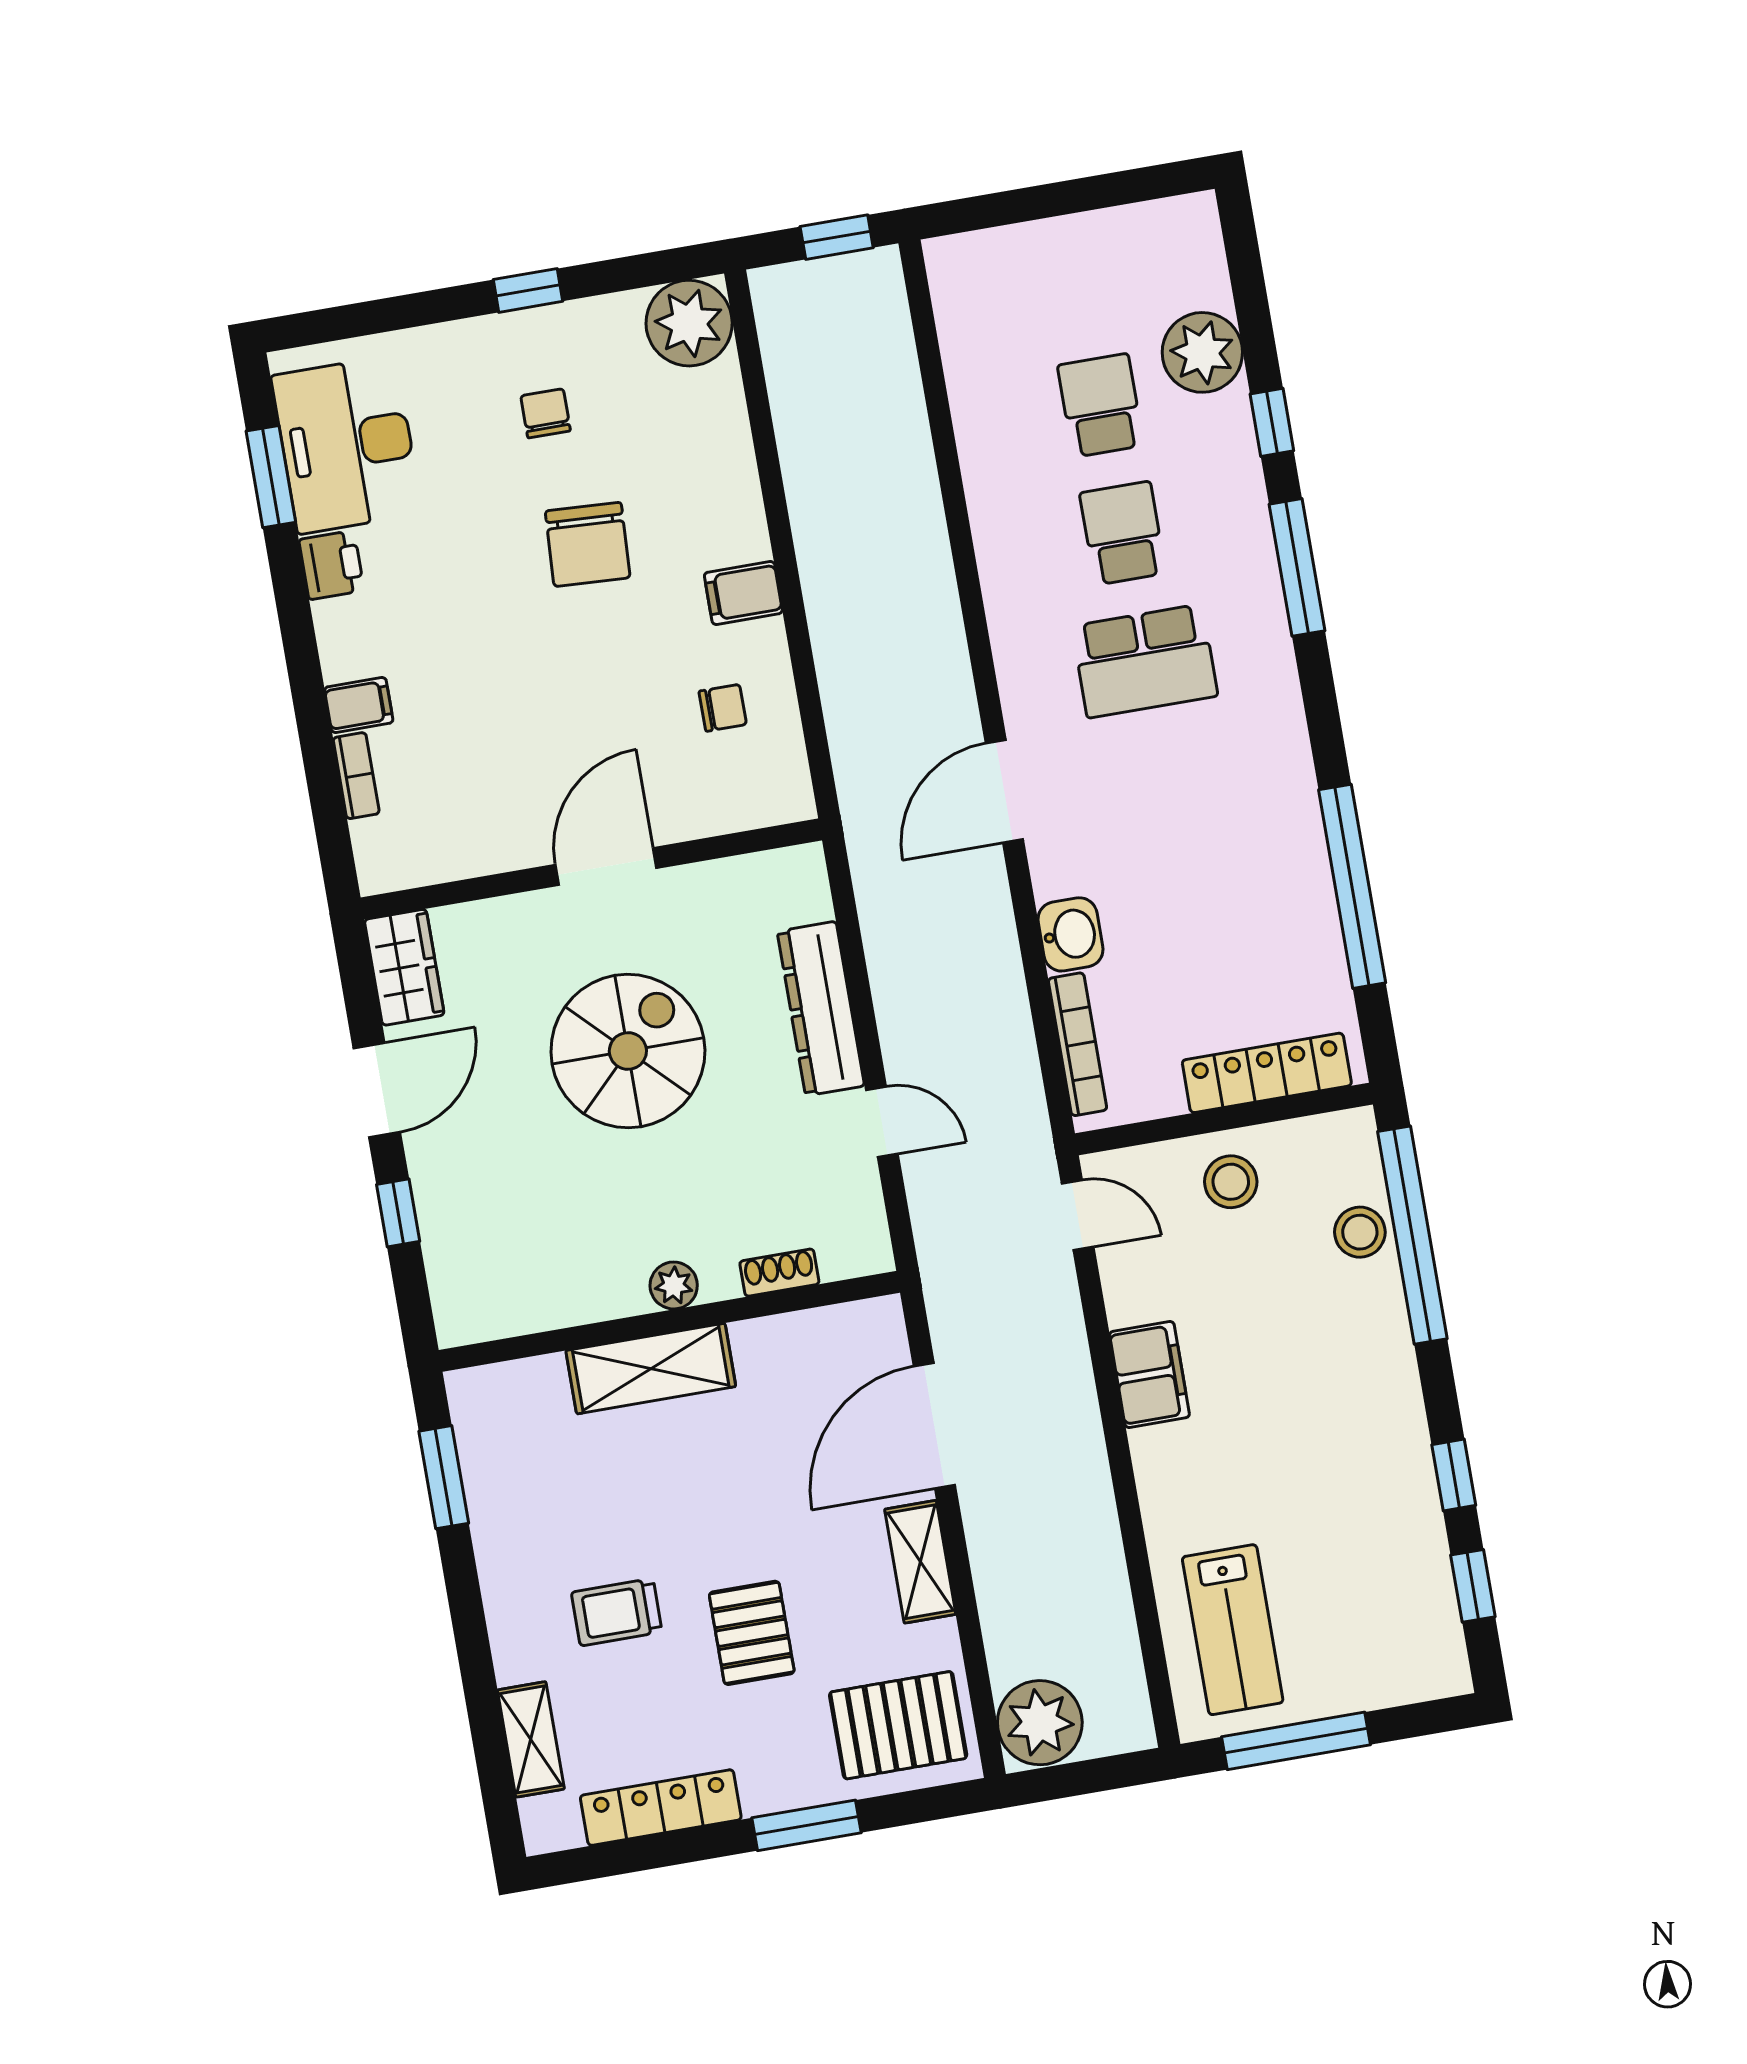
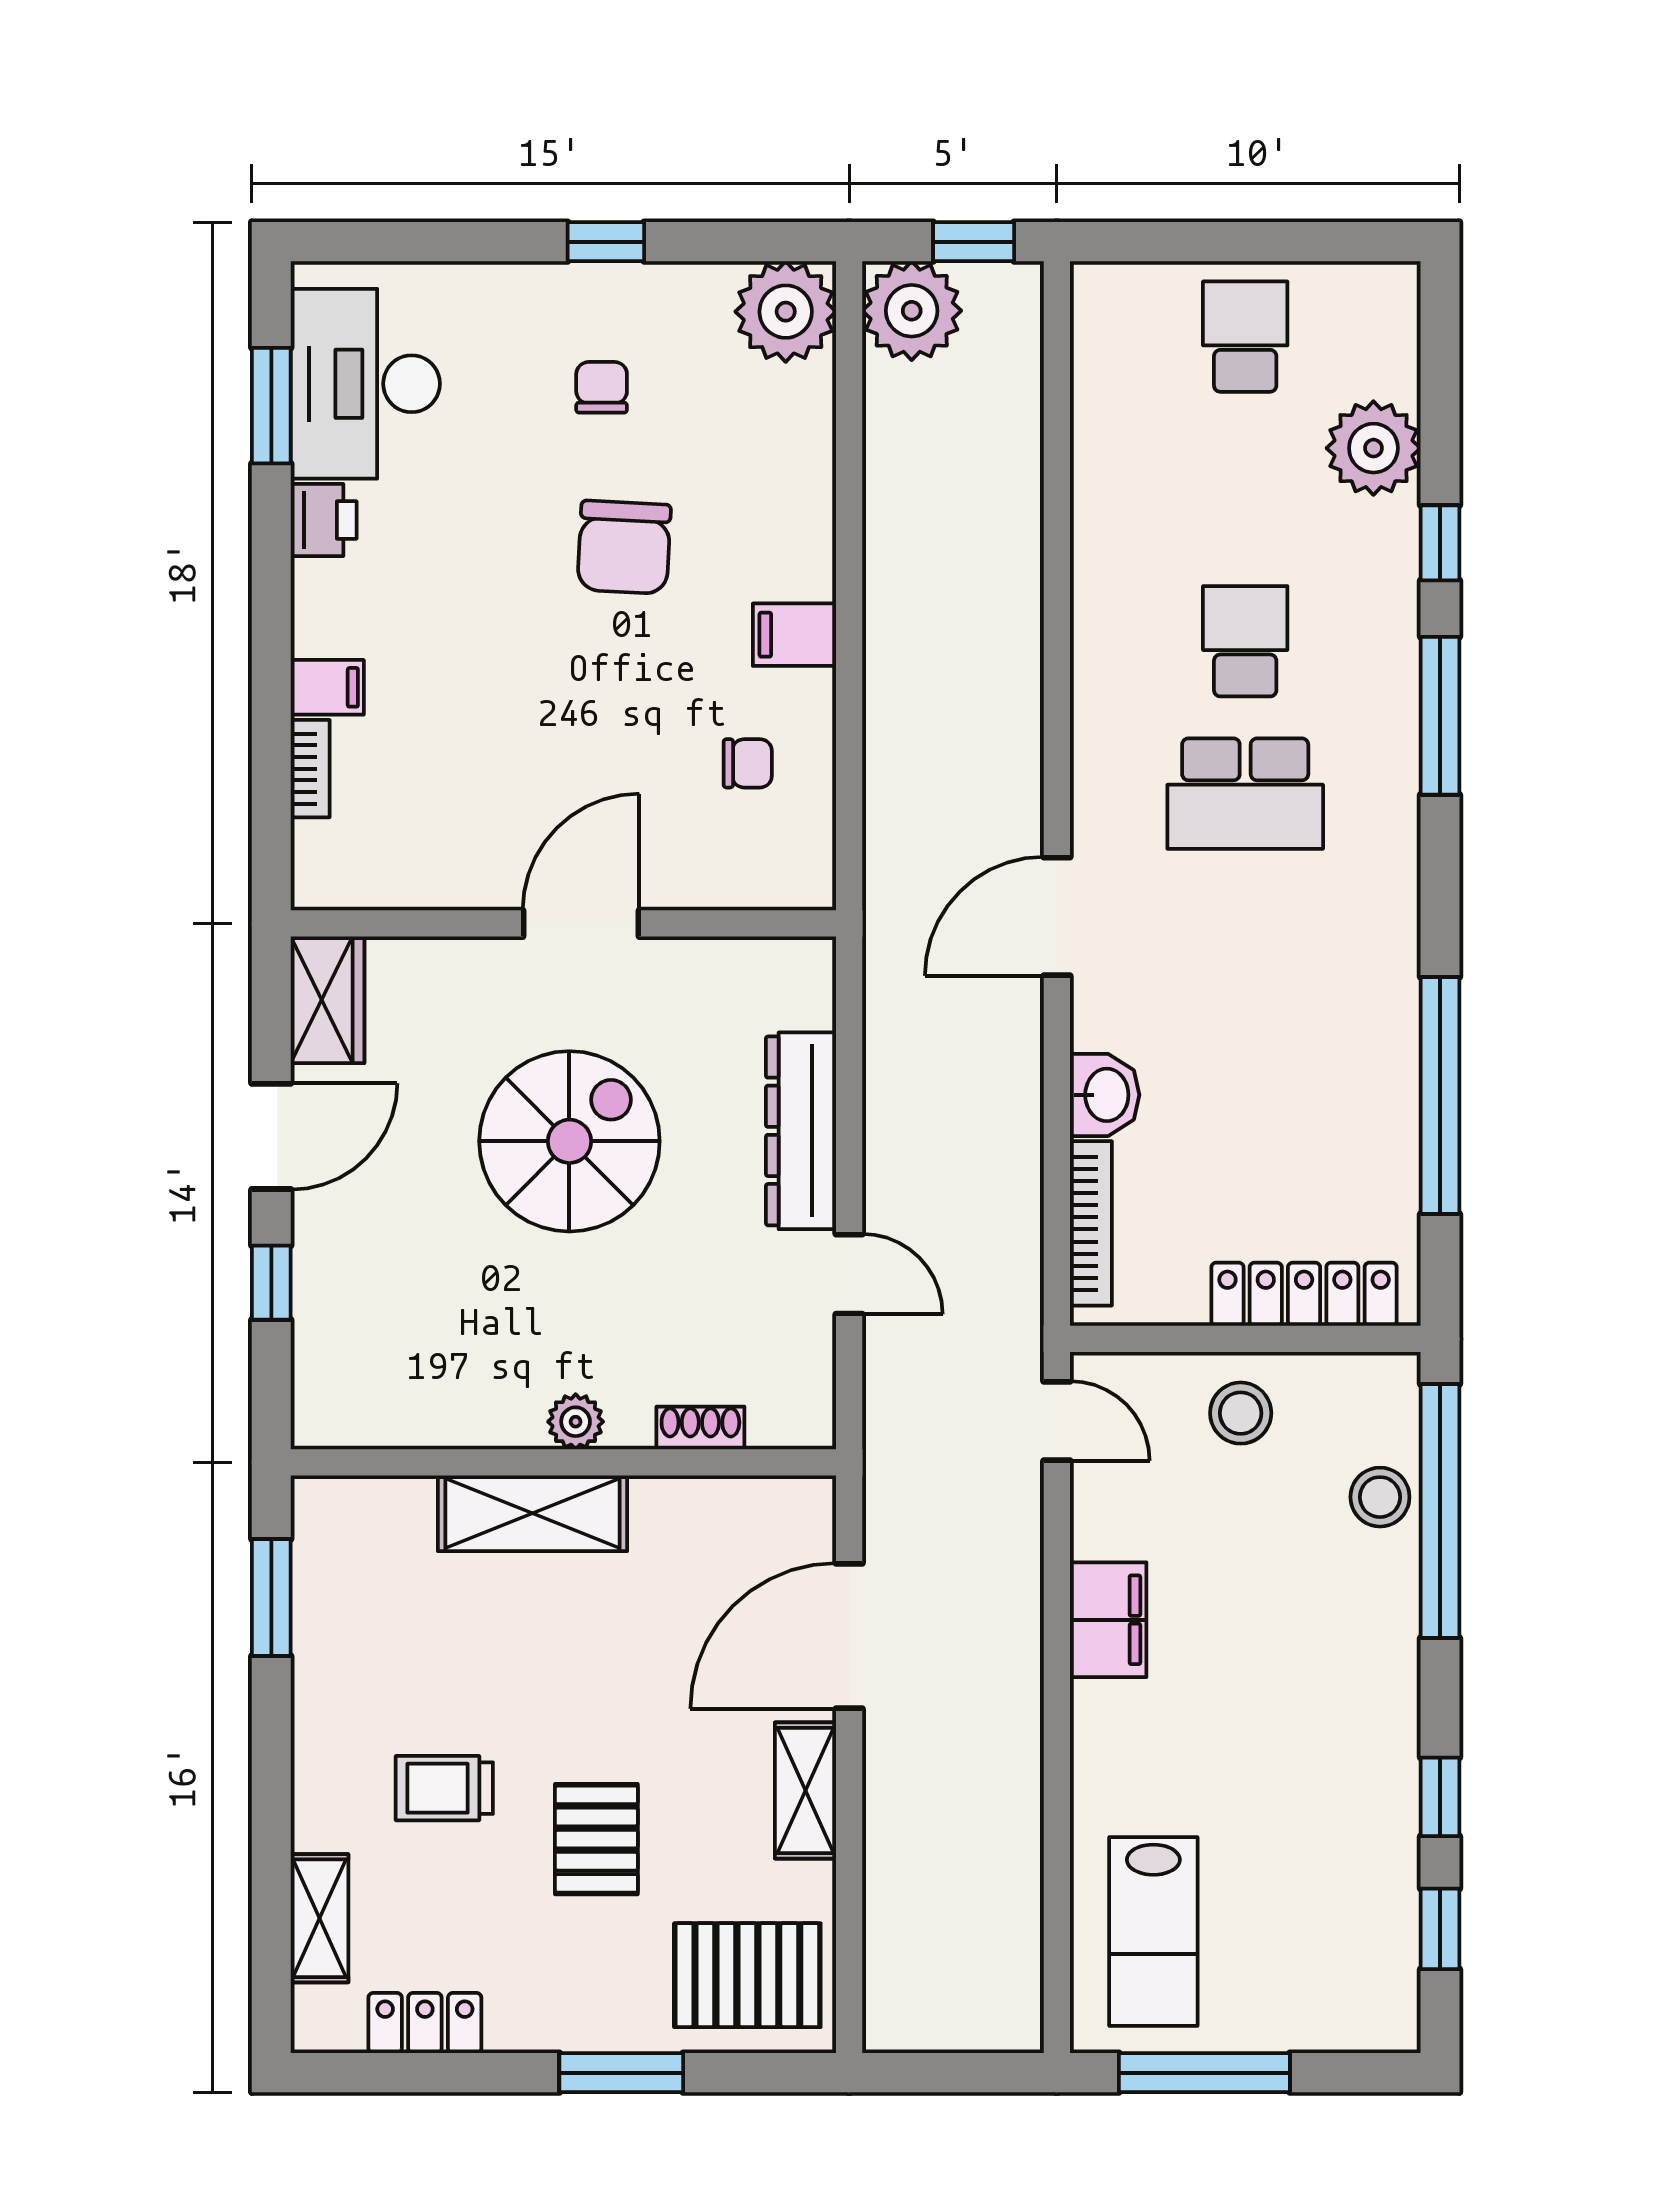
school desk: (1101, 405) -> (1245, 337), moved
plant: (1040, 1723) -> (912, 311), moved
locker: (661, 1808) -> (425, 2023), width x0.66

